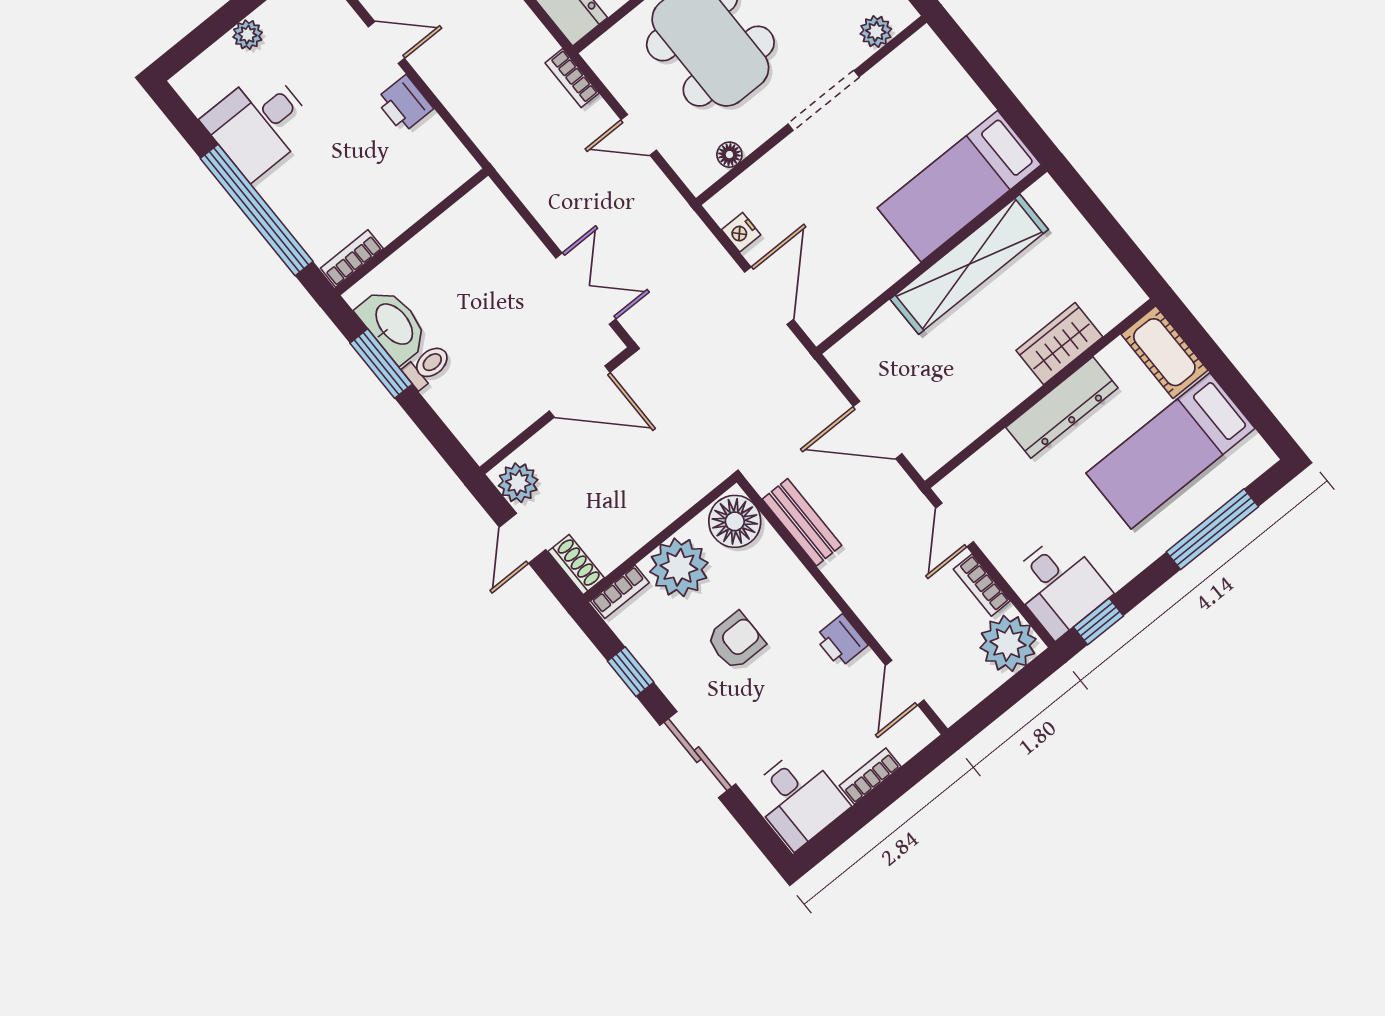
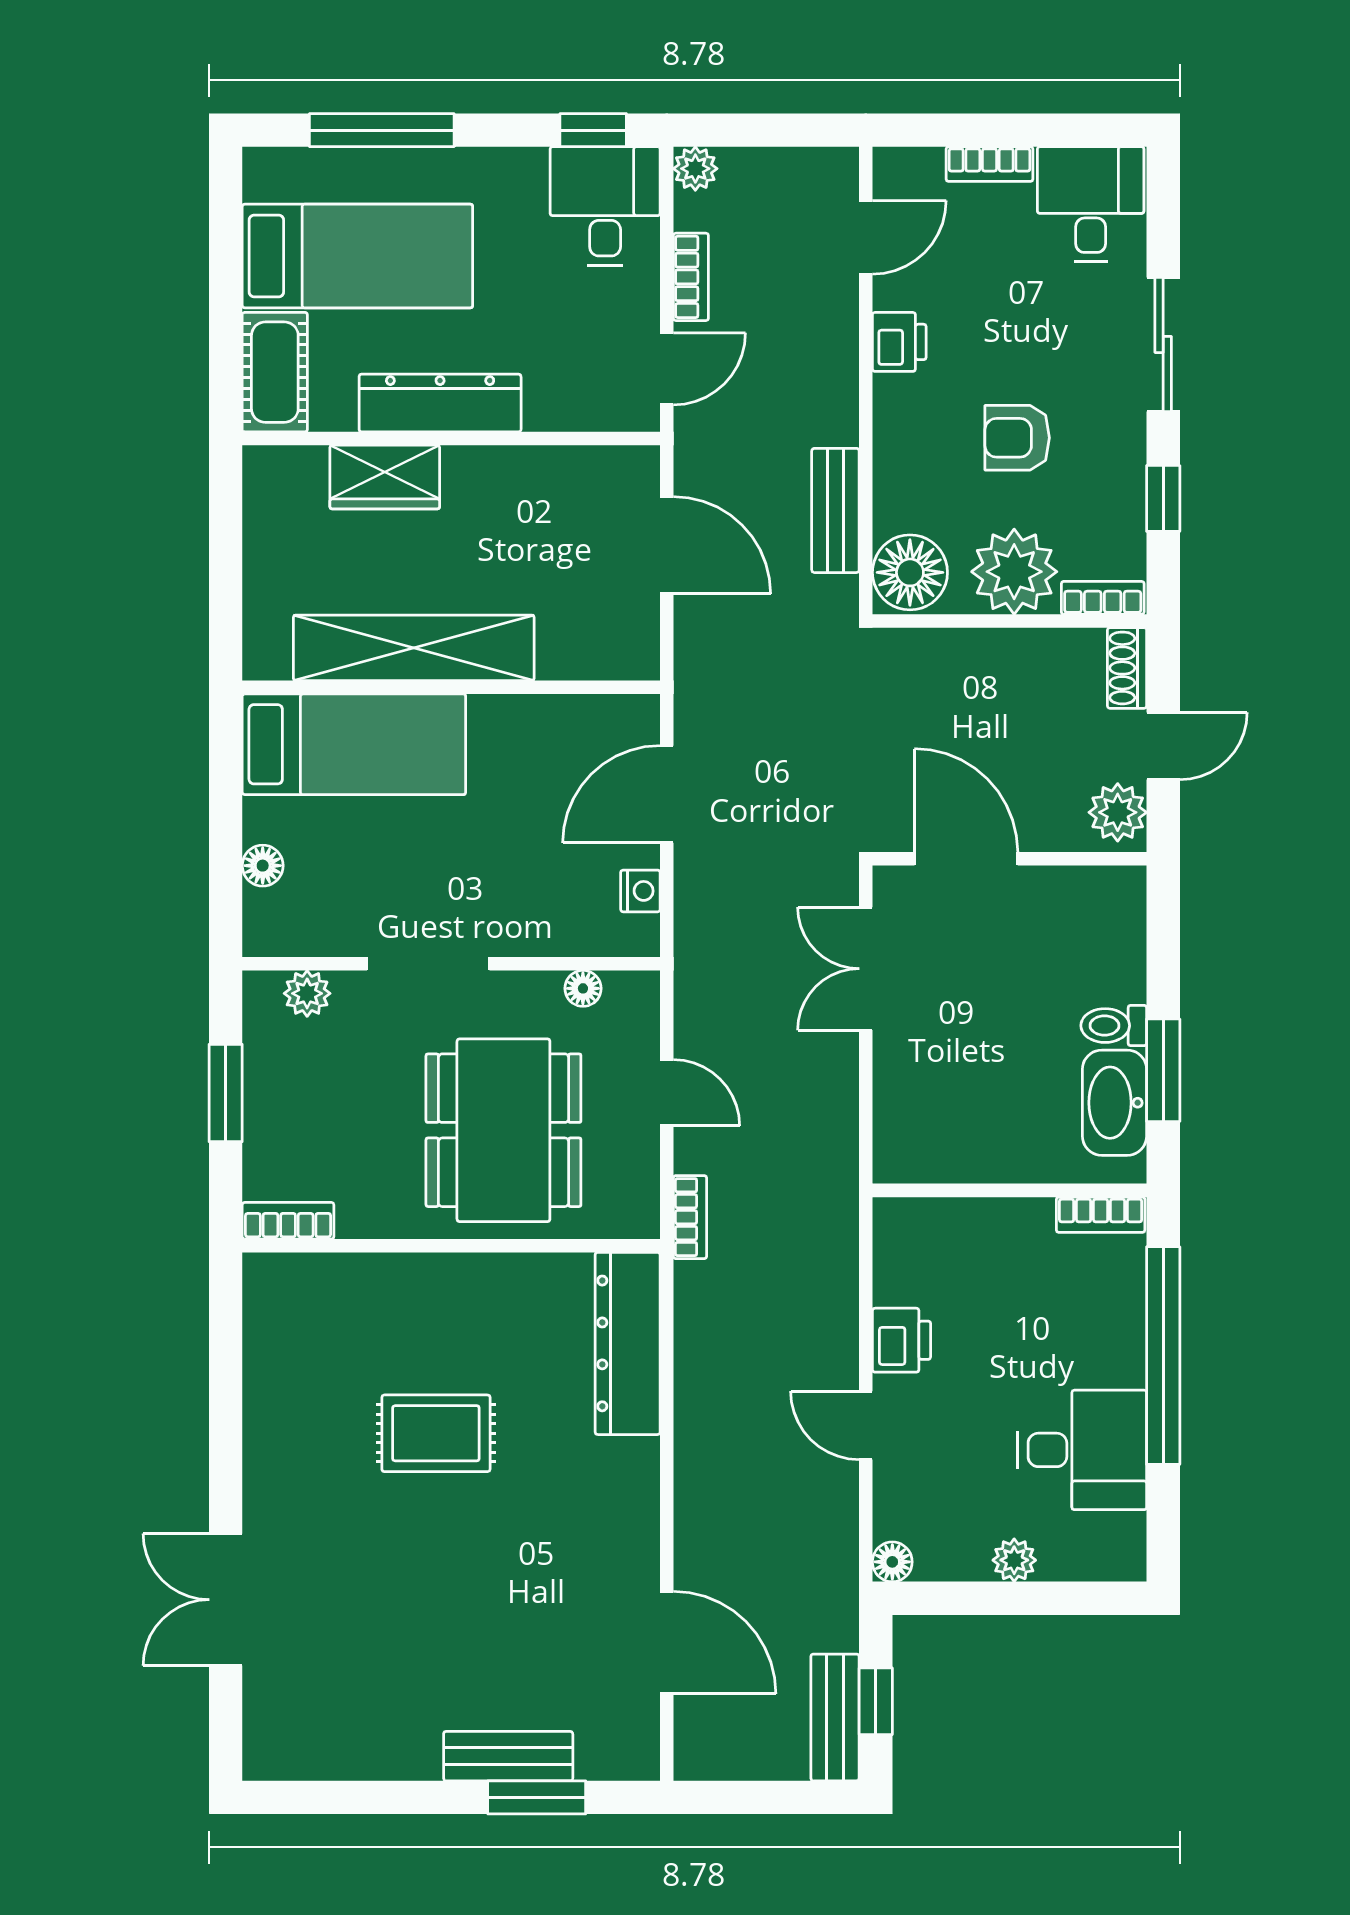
floor lamp: (956, 81) -> (263, 866), added
plant: (1008, 643) -> (695, 169), width x0.53, depth x0.53

